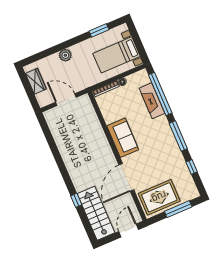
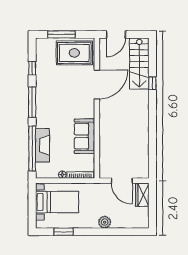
wardrobe: (36, 81) -> (142, 195), moved
sofa: (123, 138) -> (84, 136), moved

